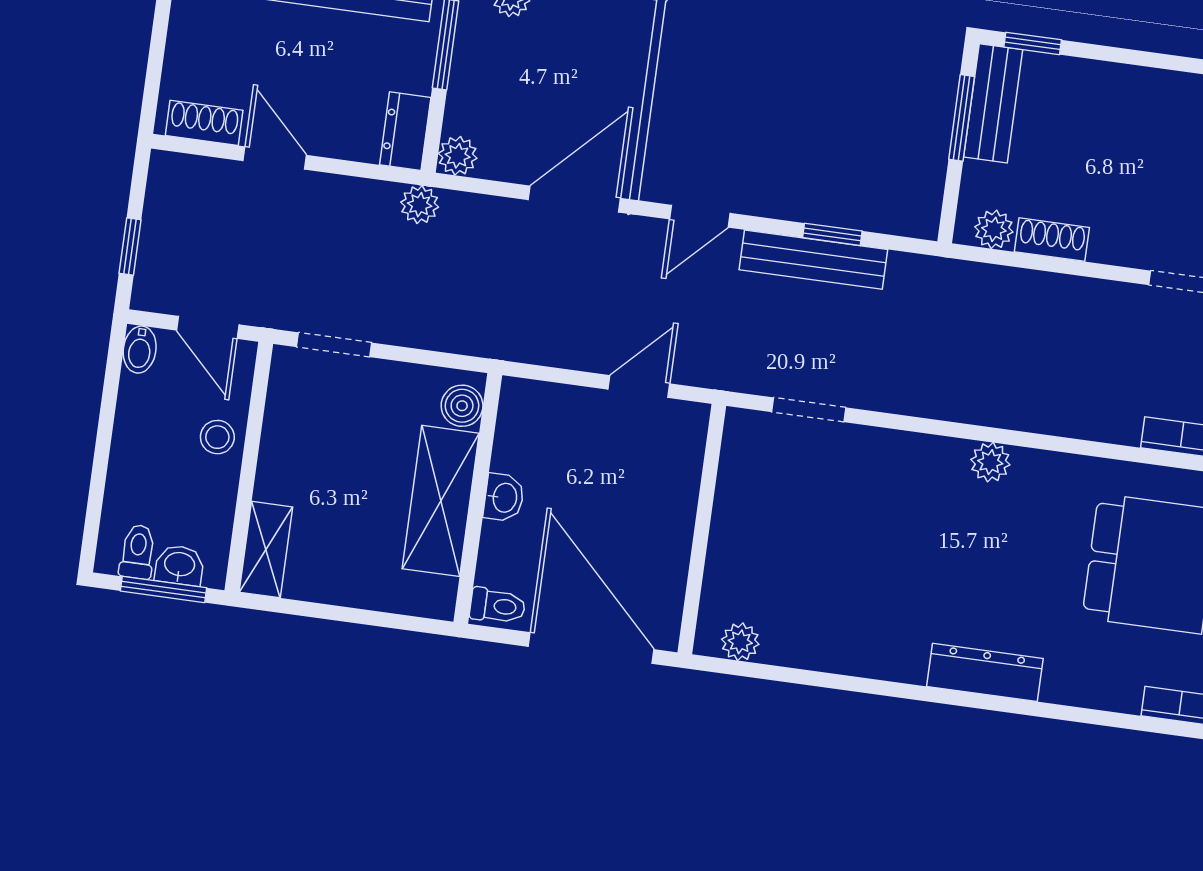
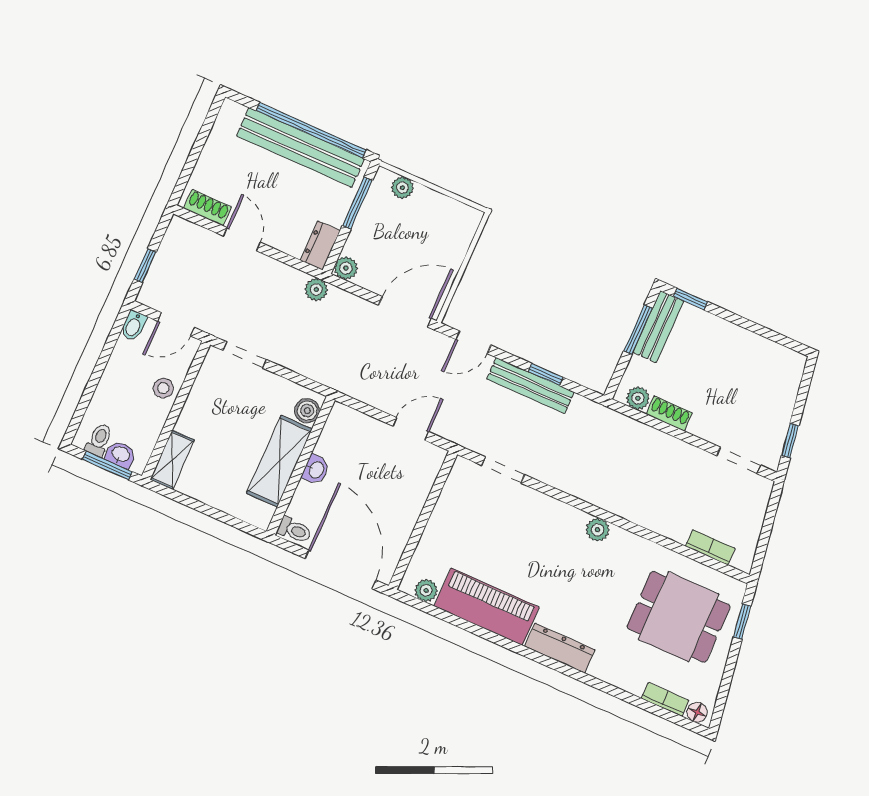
door: (208, 327) -> (176, 324), hinge flipped
piano: (846, 640) -> (487, 607), added

